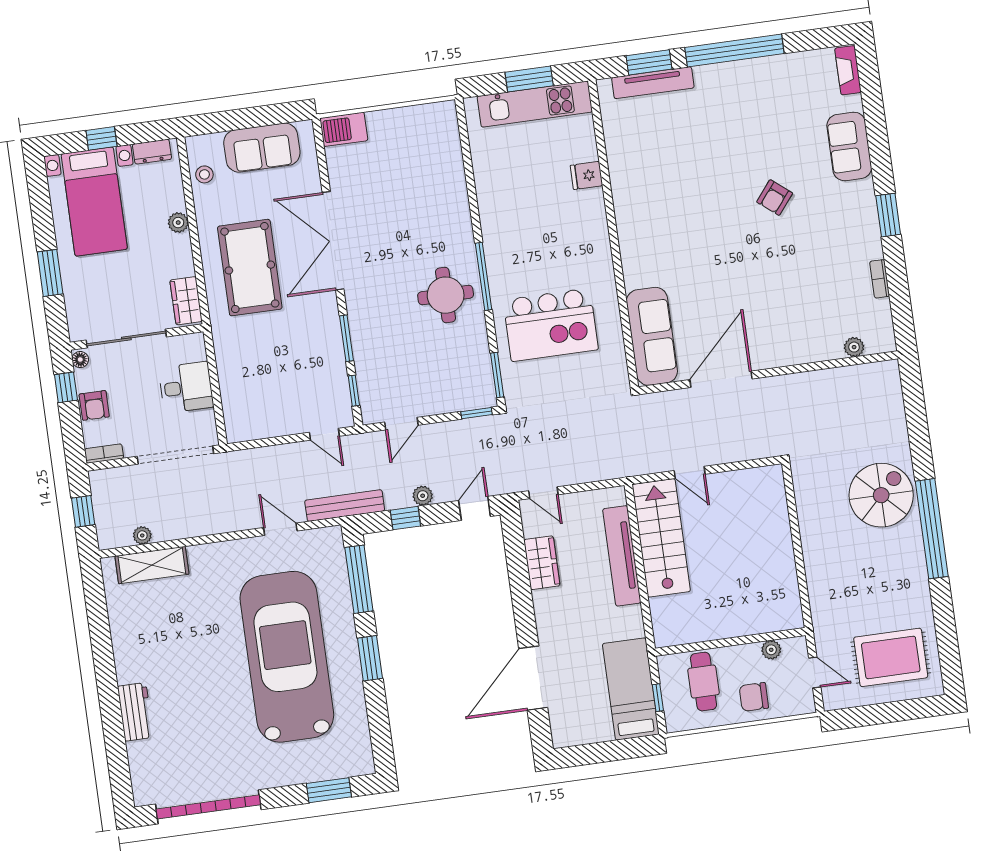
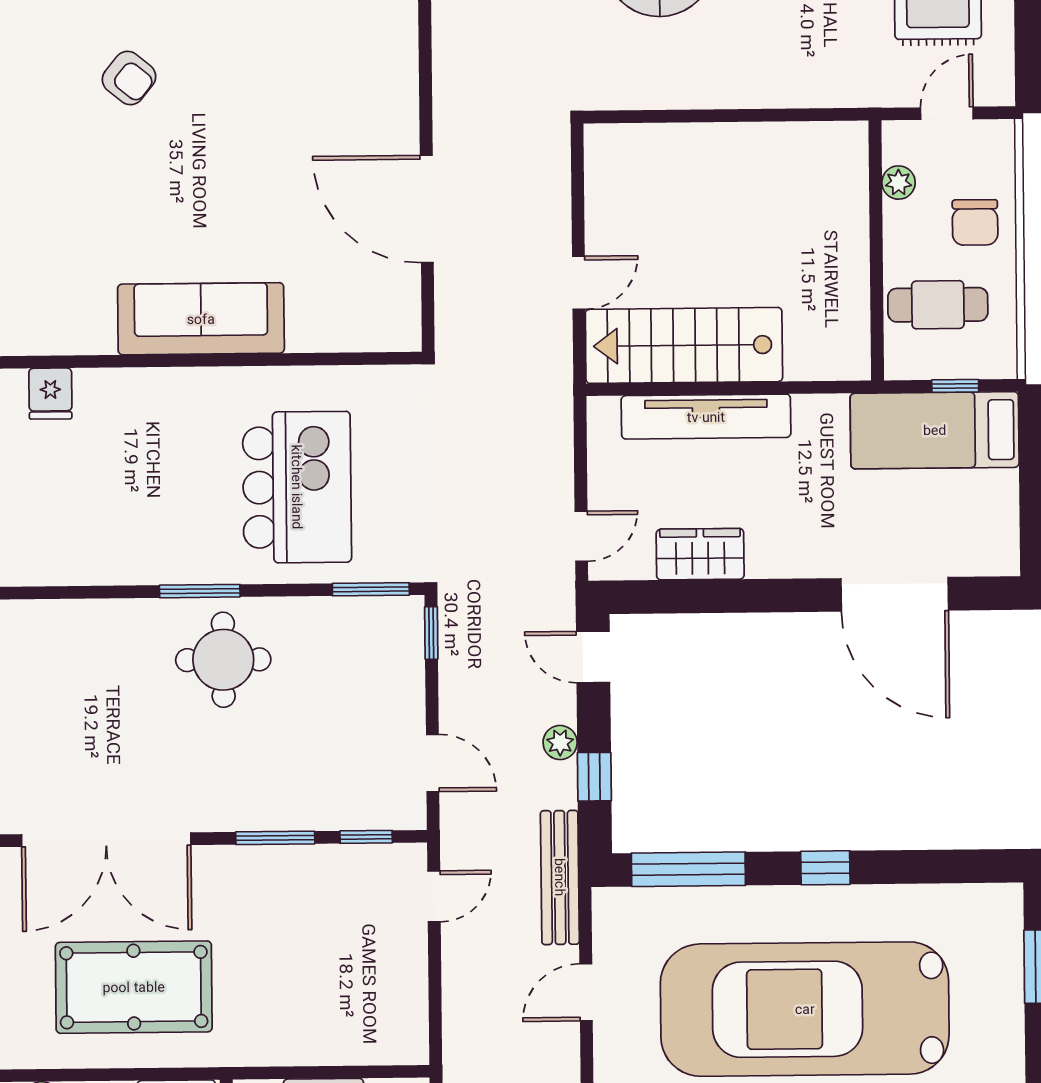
window: (483, 276) -> (200, 591), width x0.69
sofa: (652, 336) -> (201, 319), moved
window: (370, 658) -> (825, 868), width x0.67

